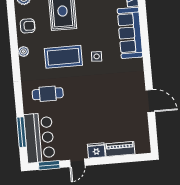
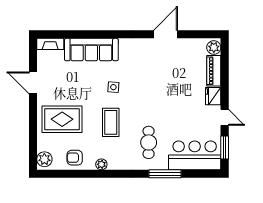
armchair: (28, 26) -> (75, 158), turned -90
coffee table: (63, 57) -> (111, 122), width x0.73, depth x0.76
window: (21, 132) -> (165, 174), moved
plant: (142, 147) -> (214, 47), added

